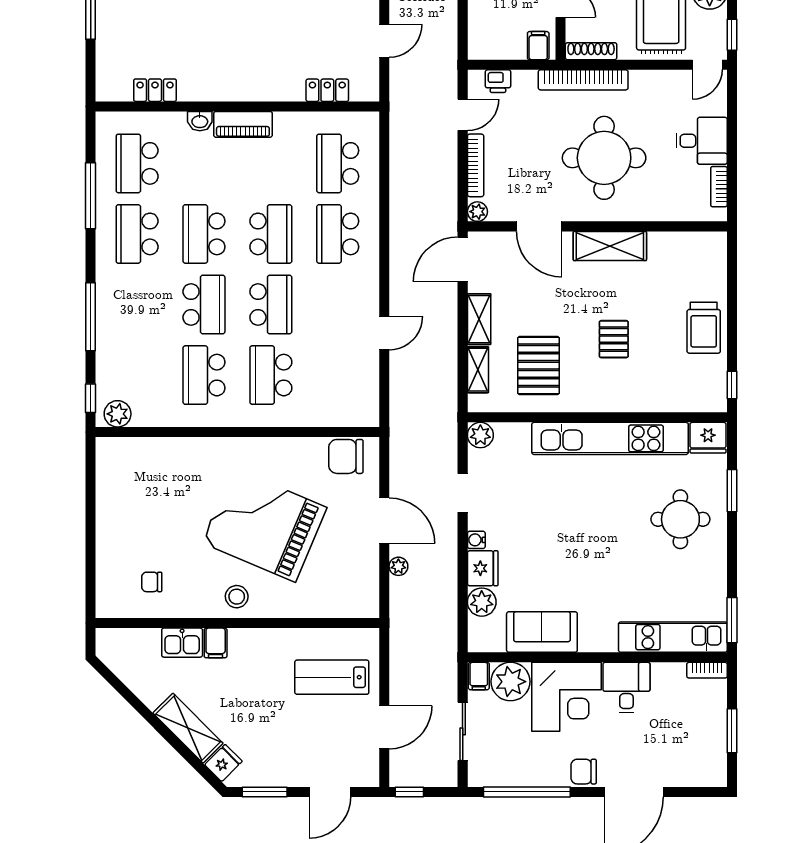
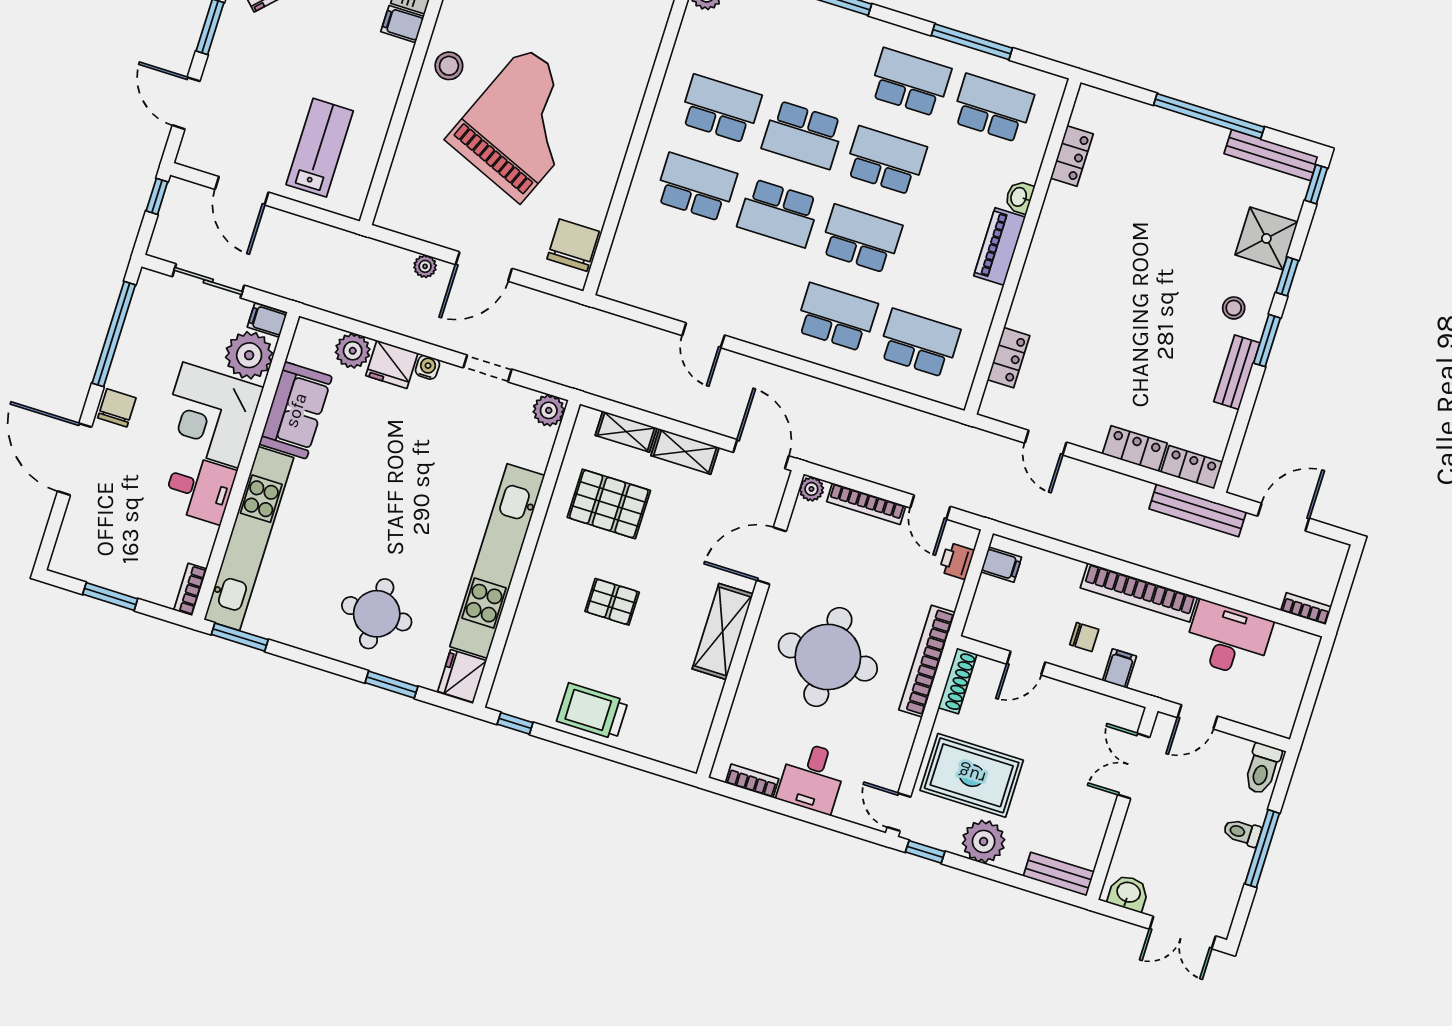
filing cabinet: (538, 46) -> (1001, 565), moved
school desk: (271, 234) -> (861, 239), turned 180
kitchen unit: (673, 637) -> (249, 539), width x1.36

